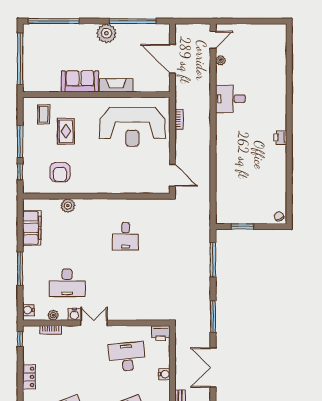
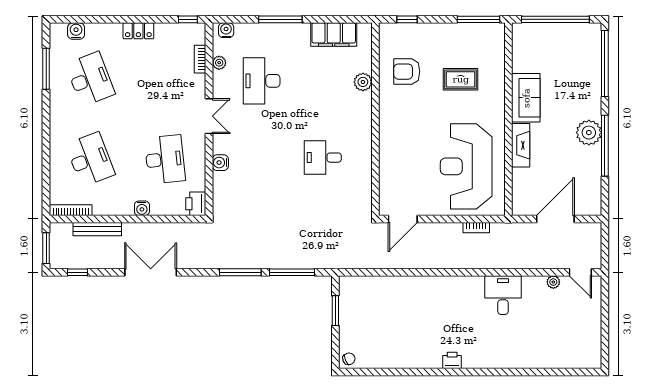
window: (133, 21) -> (605, 146), moved
coffee table: (44, 114) -> (483, 50), removed
window: (20, 141) -> (479, 19), moved
water cooler: (74, 314) -> (220, 163), moved
window: (213, 316) -> (240, 272), moved

